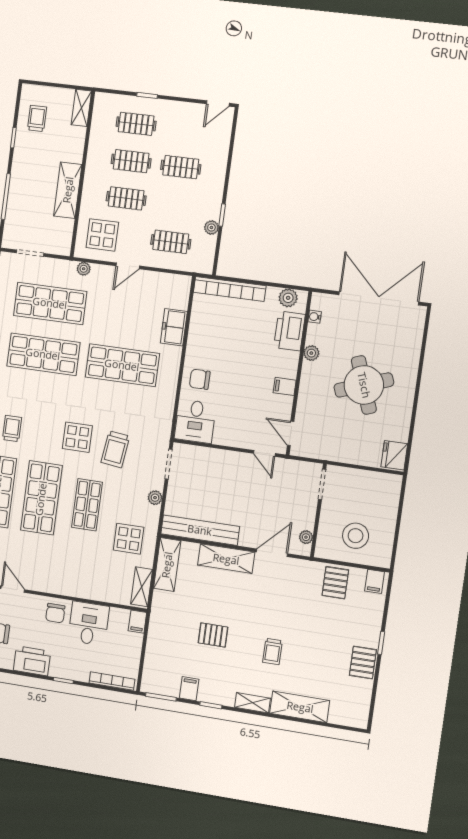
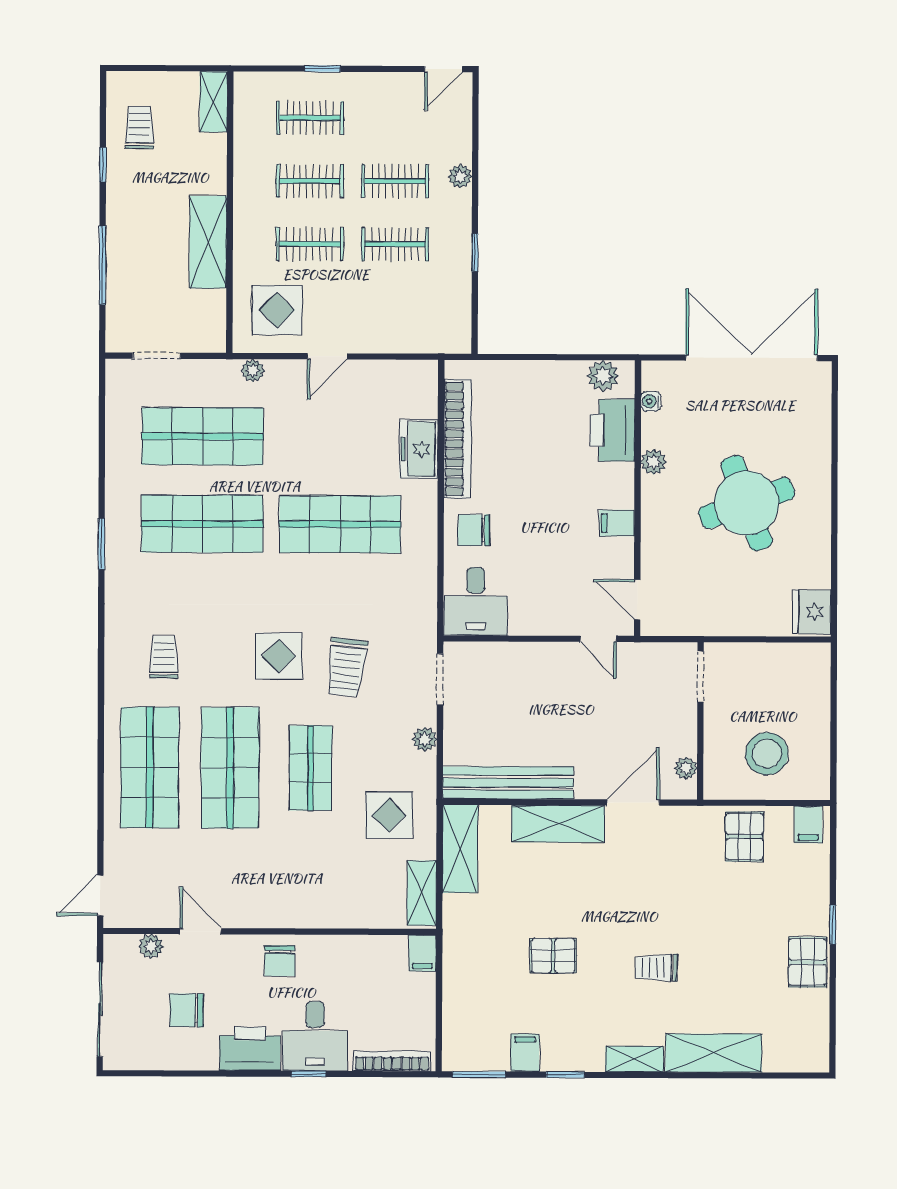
plant: (211, 228) -> (460, 176), moved
clothes rail: (171, 242) -> (395, 244), moved
bookcase: (230, 289) -> (458, 439), moved, turned -90
desk: (89, 623) -> (315, 1036), moved, turned 180
trolley: (272, 651) -> (656, 968), turned 90

